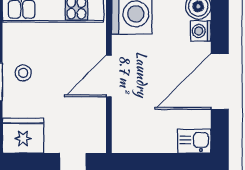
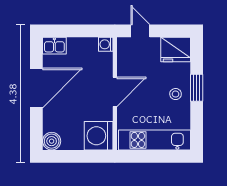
washing machine: (201, 31) -> (106, 44), moved, turned 180

